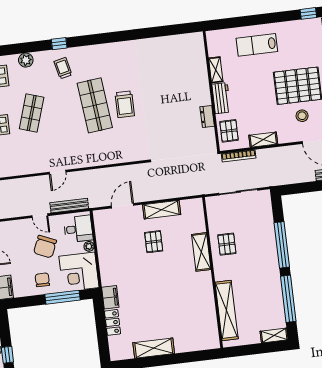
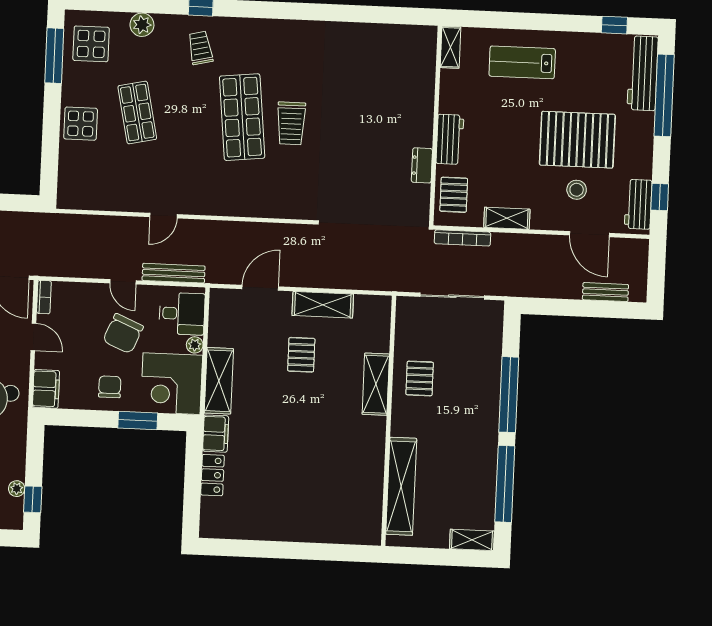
shelving: (216, 70) -> (450, 47), moved
shop shelf: (32, 113) -> (137, 113), turned -30
window: (62, 297) -> (138, 420), width x0.69
shelving: (154, 348) -> (219, 381), moved, turned 90

